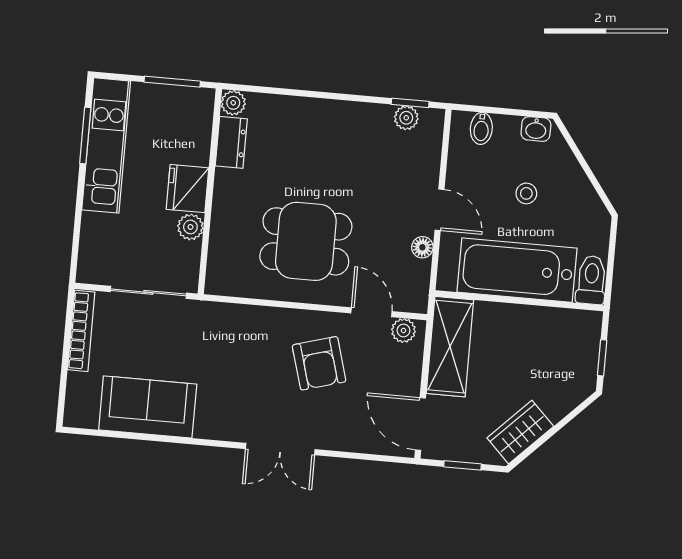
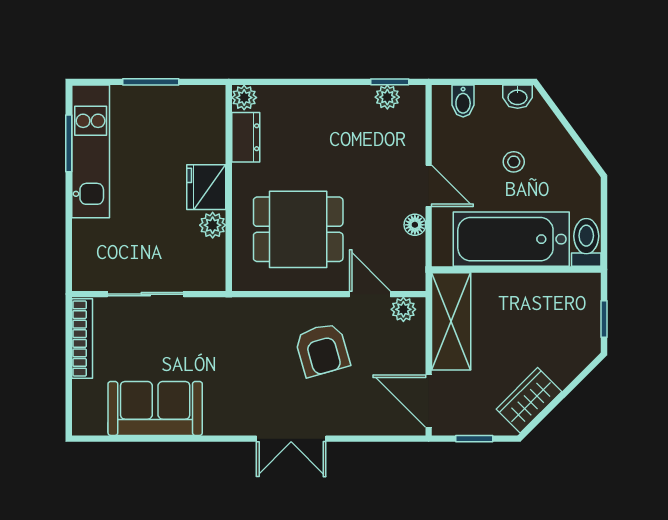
plant: (233, 103) -> (244, 98), moved
dresser: (231, 142) -> (246, 137), moved
fridge: (188, 189) -> (206, 187), moved
wall: (210, 191) -> (229, 188), moved
plant: (190, 227) -> (213, 225), moved

